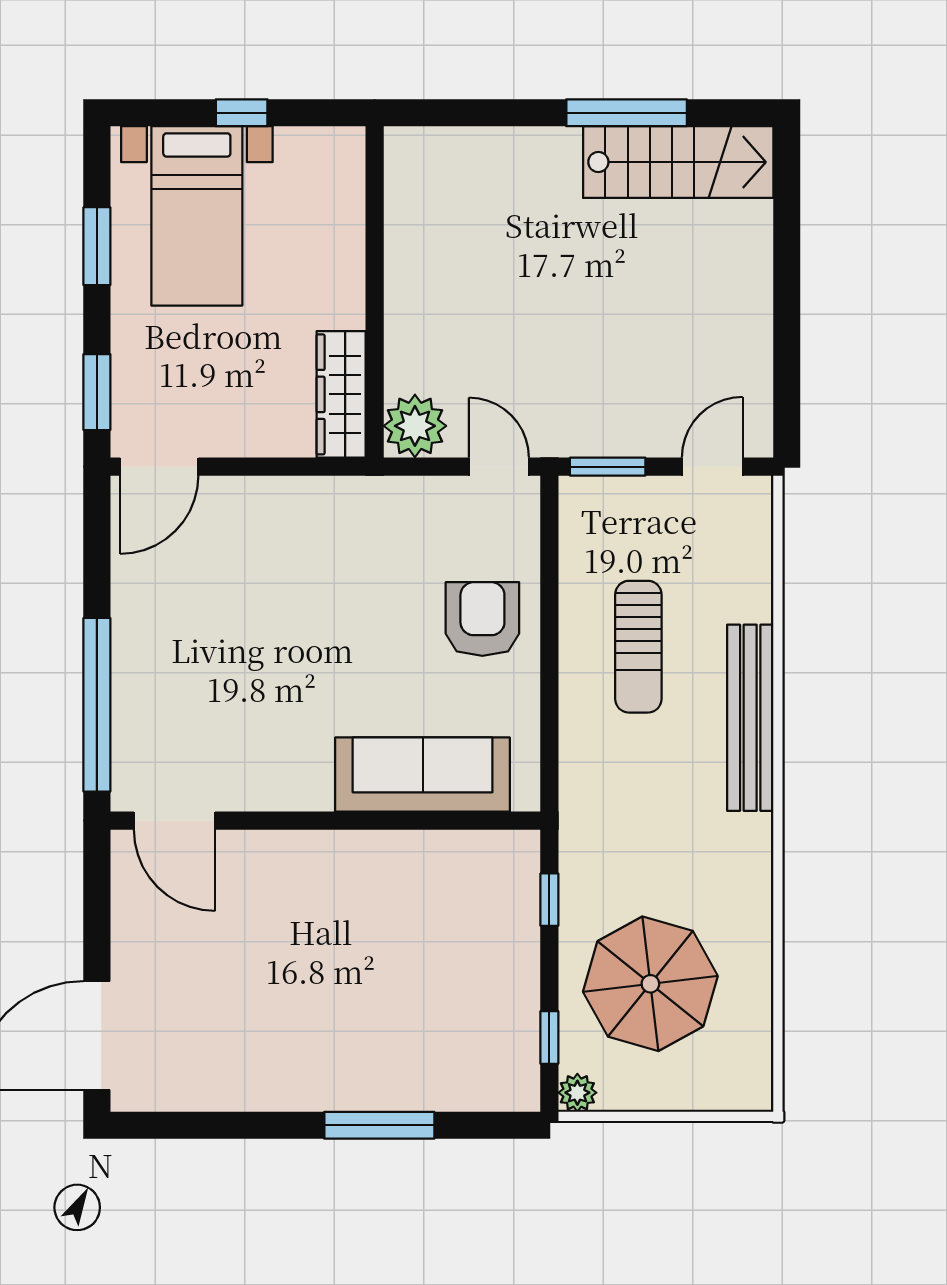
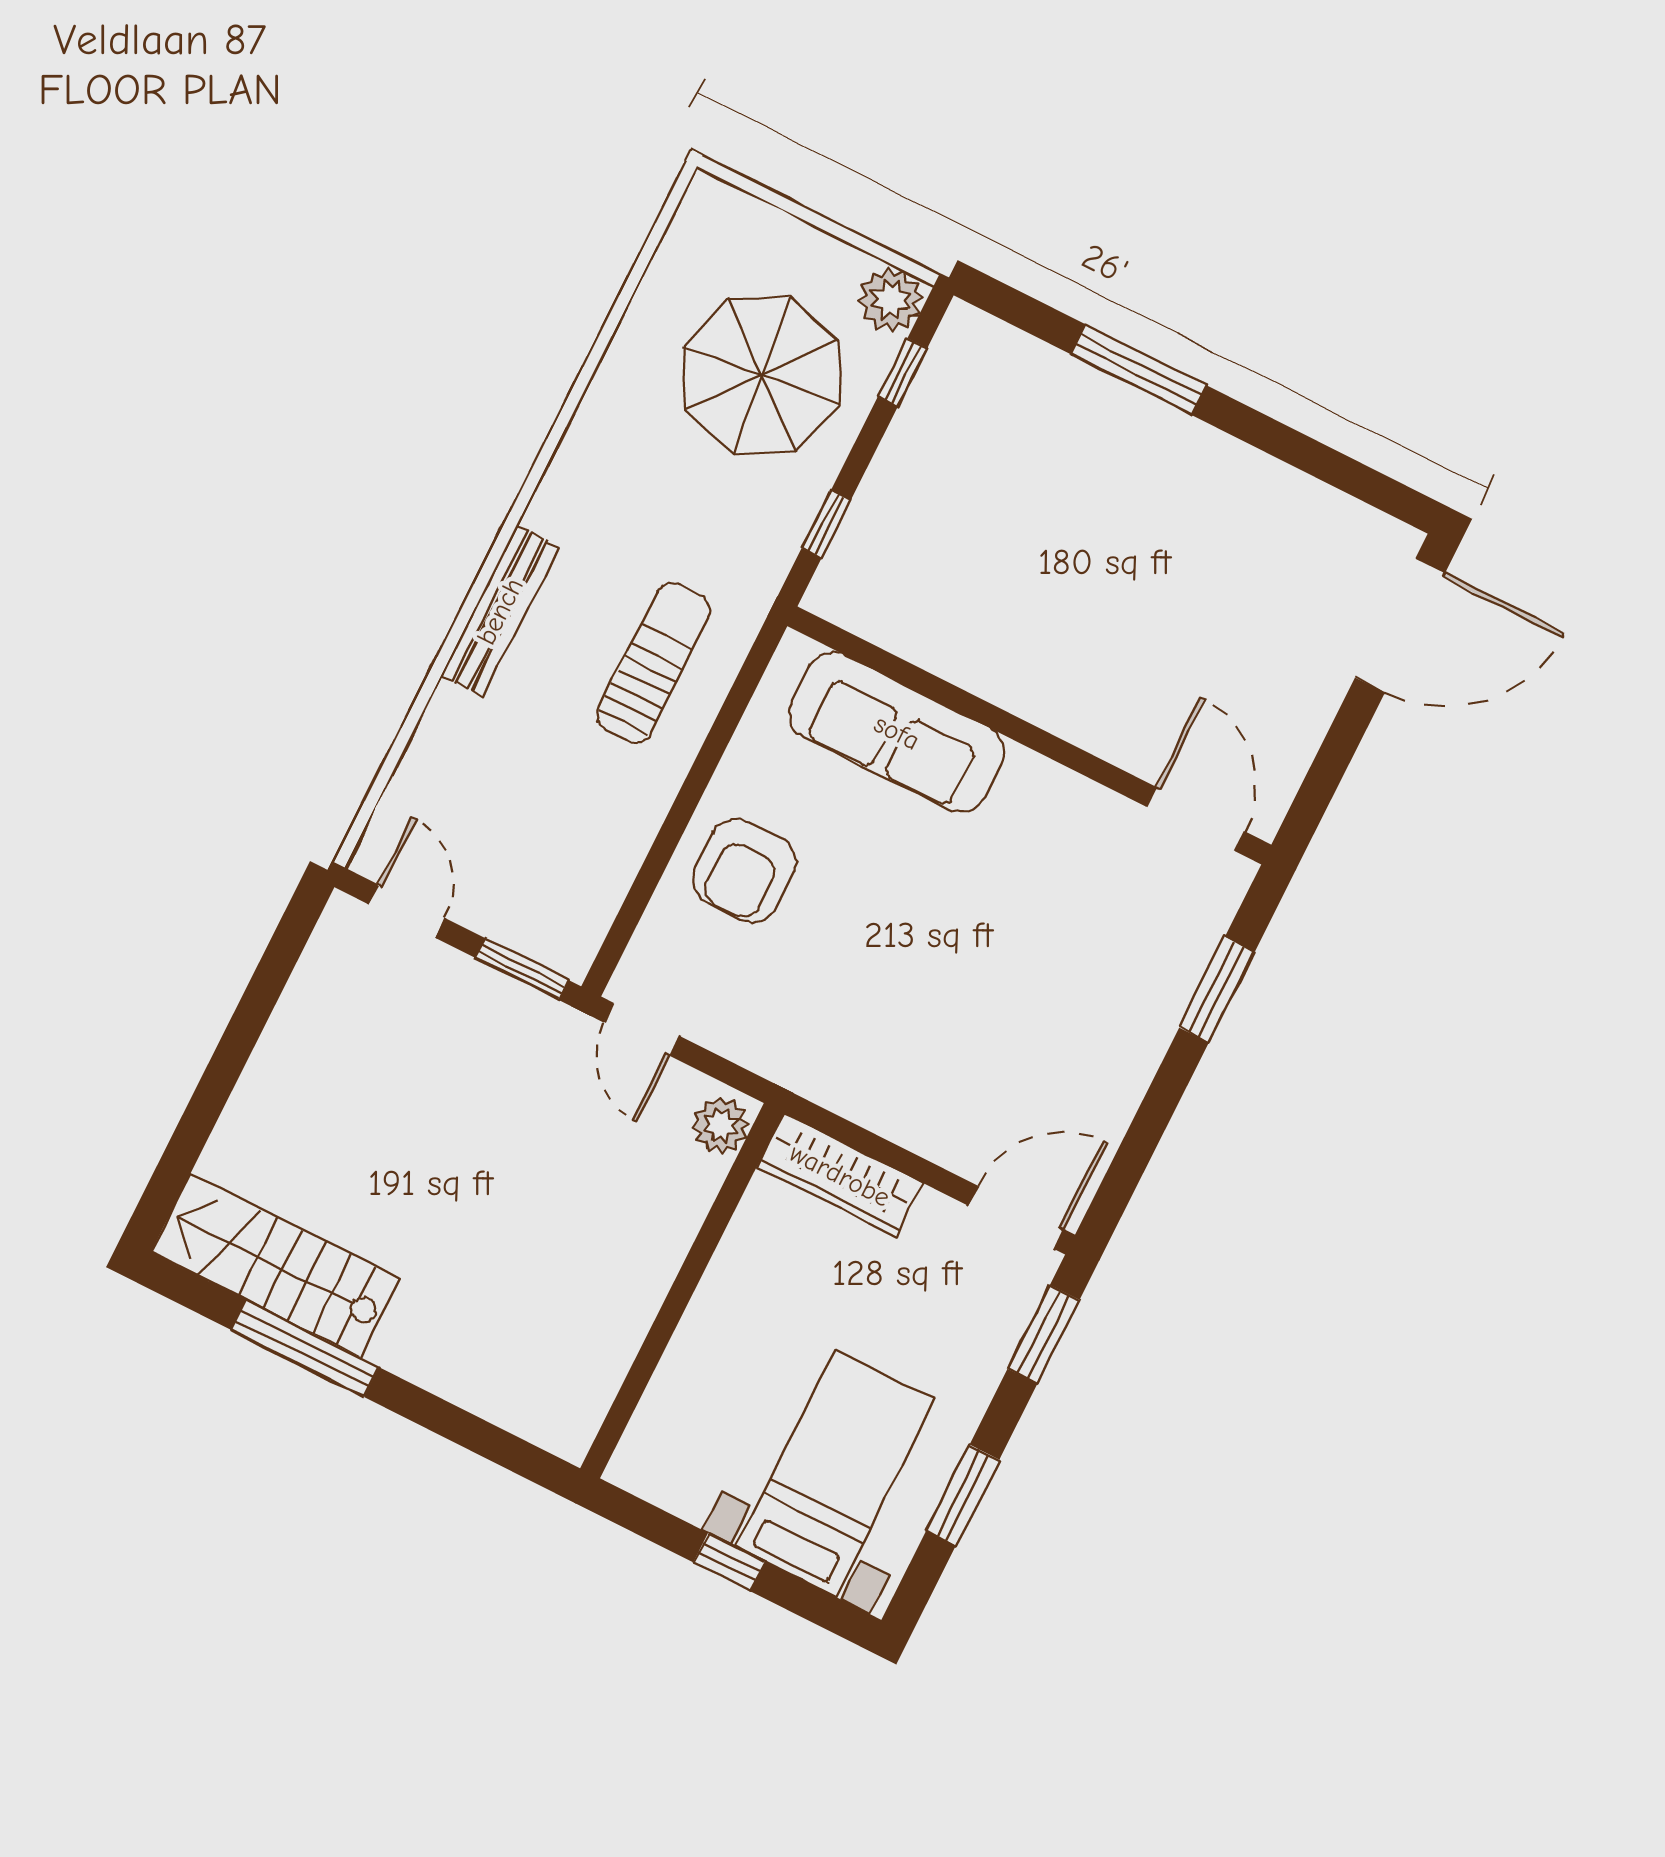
wardrobe: (341, 394) -> (840, 1175), moved, turned 90
plant: (415, 426) -> (721, 1125), width x0.73, depth x0.73
door: (712, 467) -> (407, 911), swing flipped
sun lounger: (638, 647) -> (654, 663), moved
window: (97, 705) -> (1217, 990), width x0.47
bench: (750, 718) -> (500, 611), width x0.73, depth x0.82
plant: (577, 1093) -> (891, 300), width x1.38, depth x1.38

